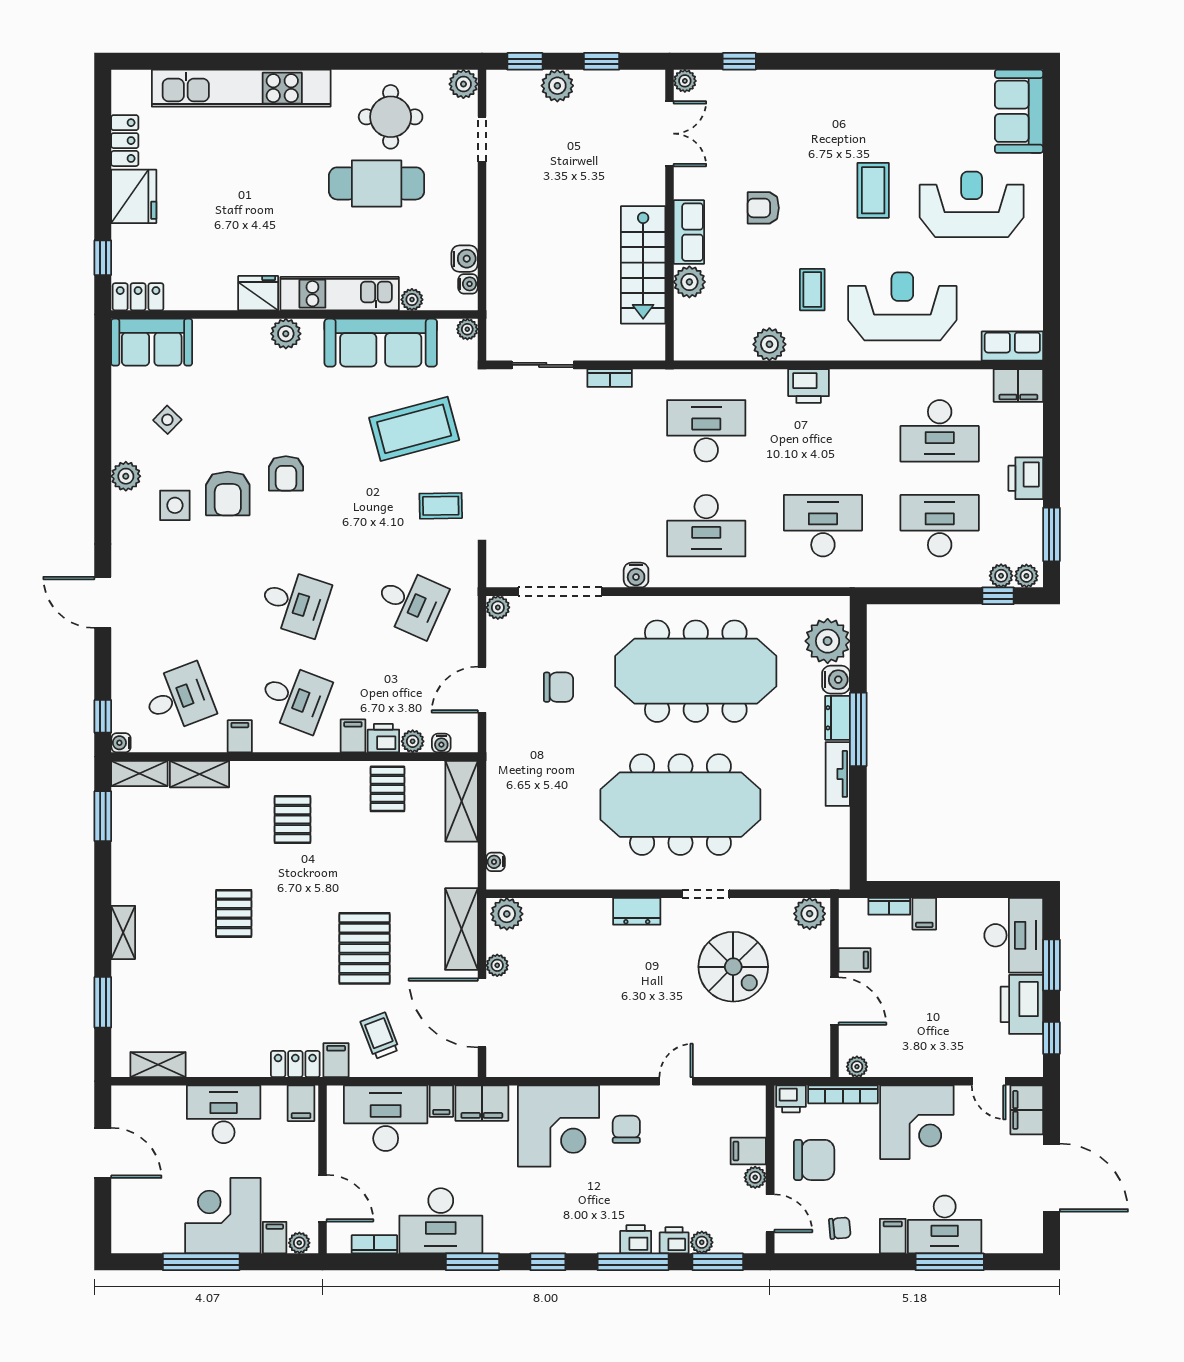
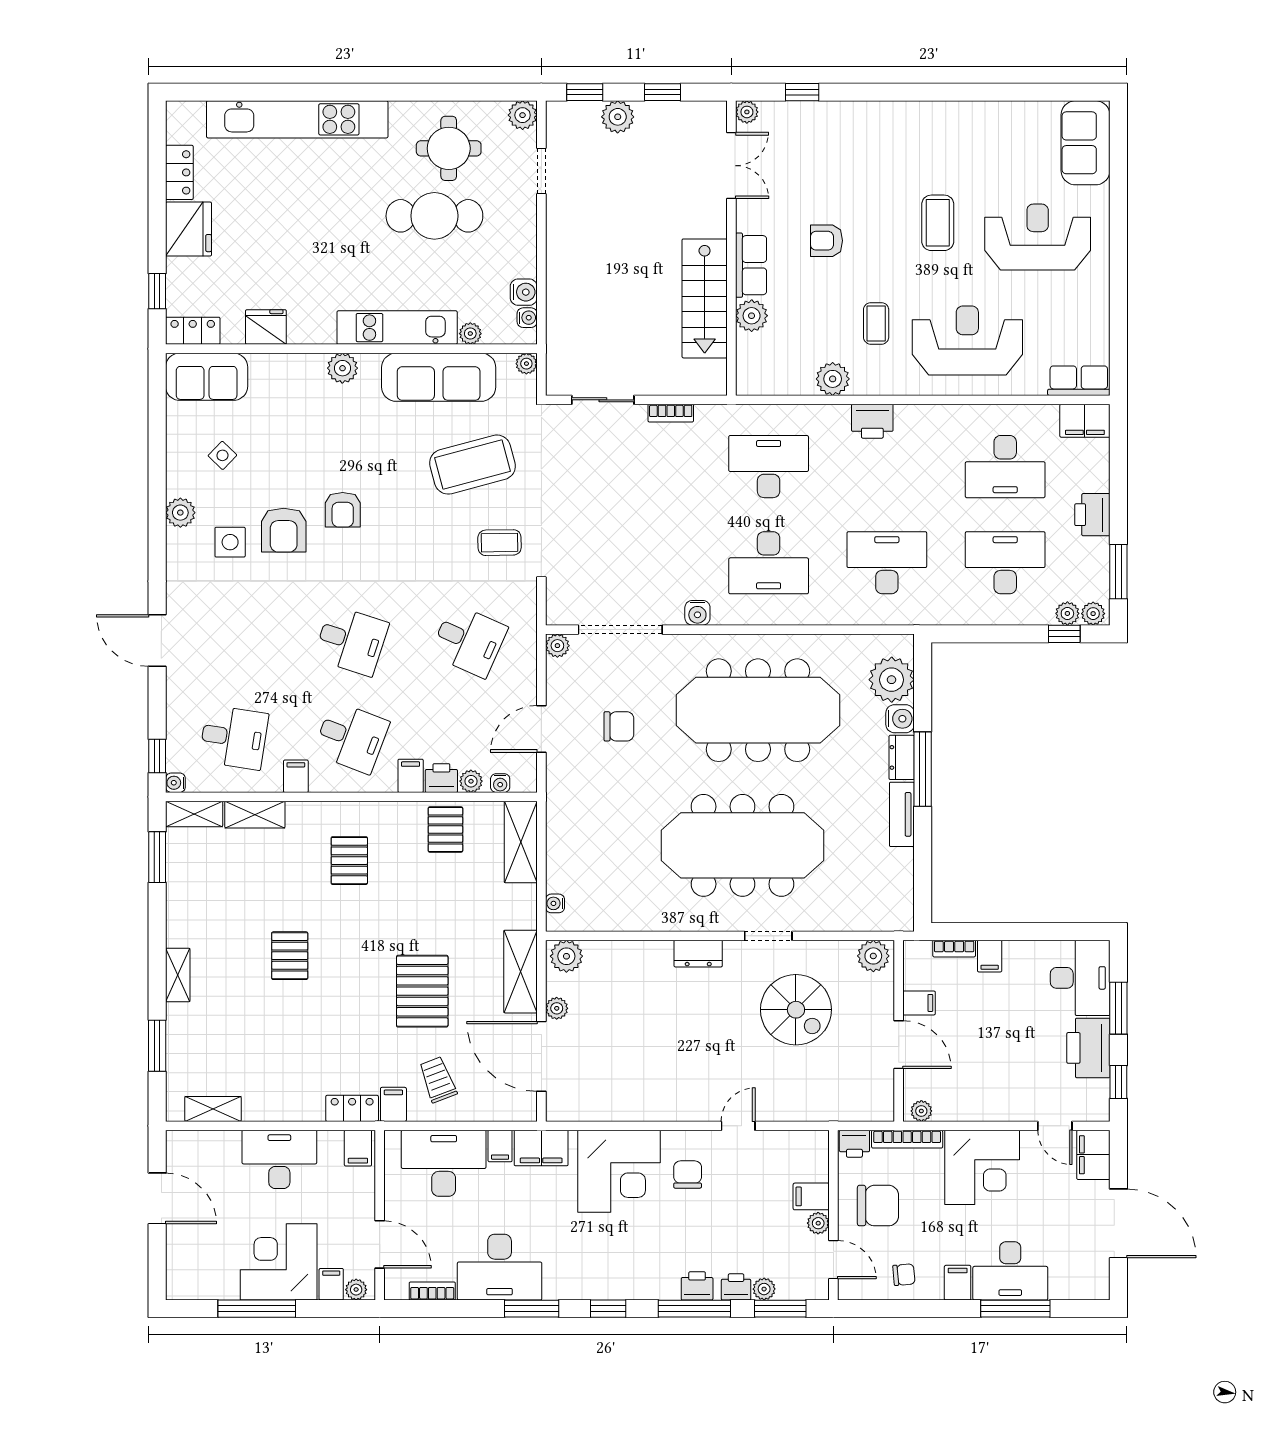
fridge: (258, 293) -> (266, 327), moved
desk: (179, 698) -> (234, 737), turned 30

